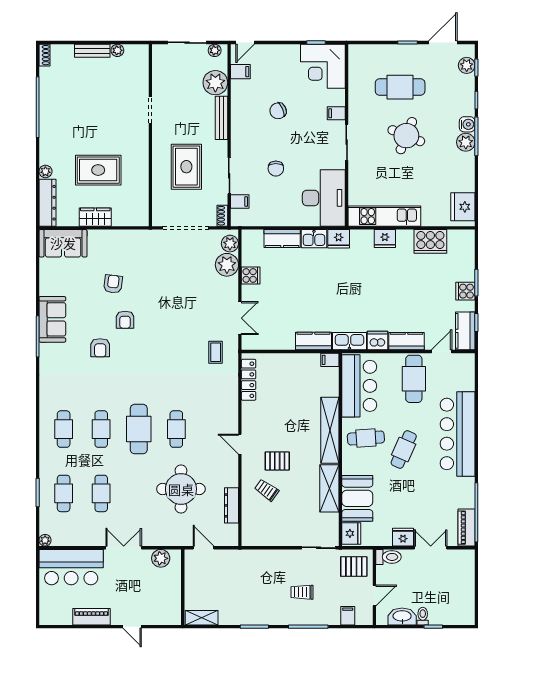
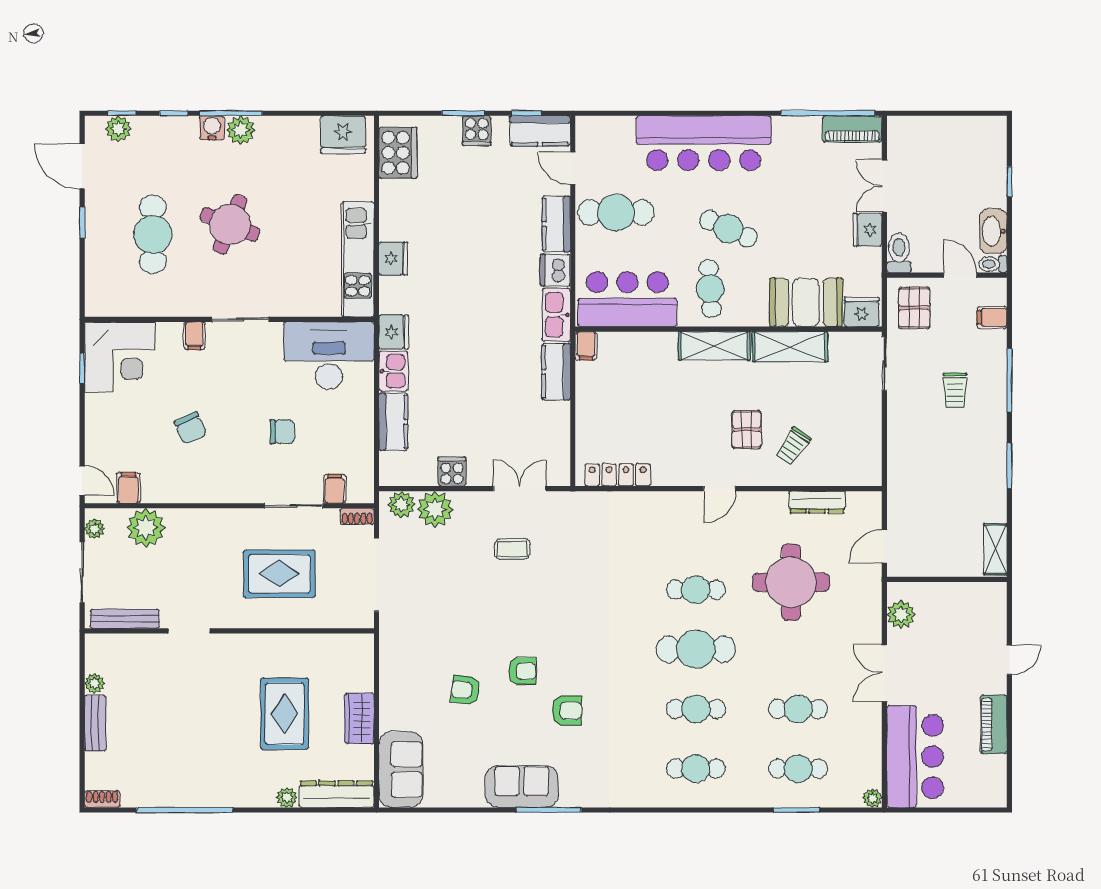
bench: (222, 118) -> (125, 619), moved
cooker: (430, 241) -> (398, 153), moved
coffee table: (216, 352) -> (512, 549), moved
shelving: (330, 430) -> (714, 346), width x0.68
toilet: (423, 616) -> (993, 264), moved

